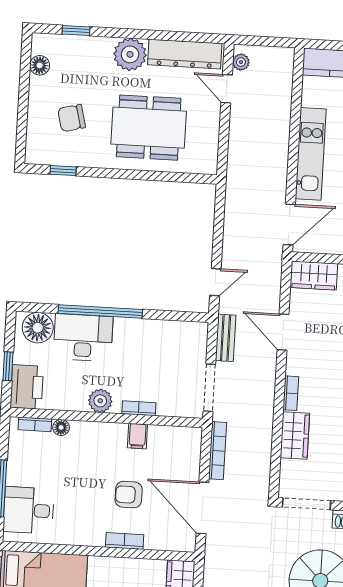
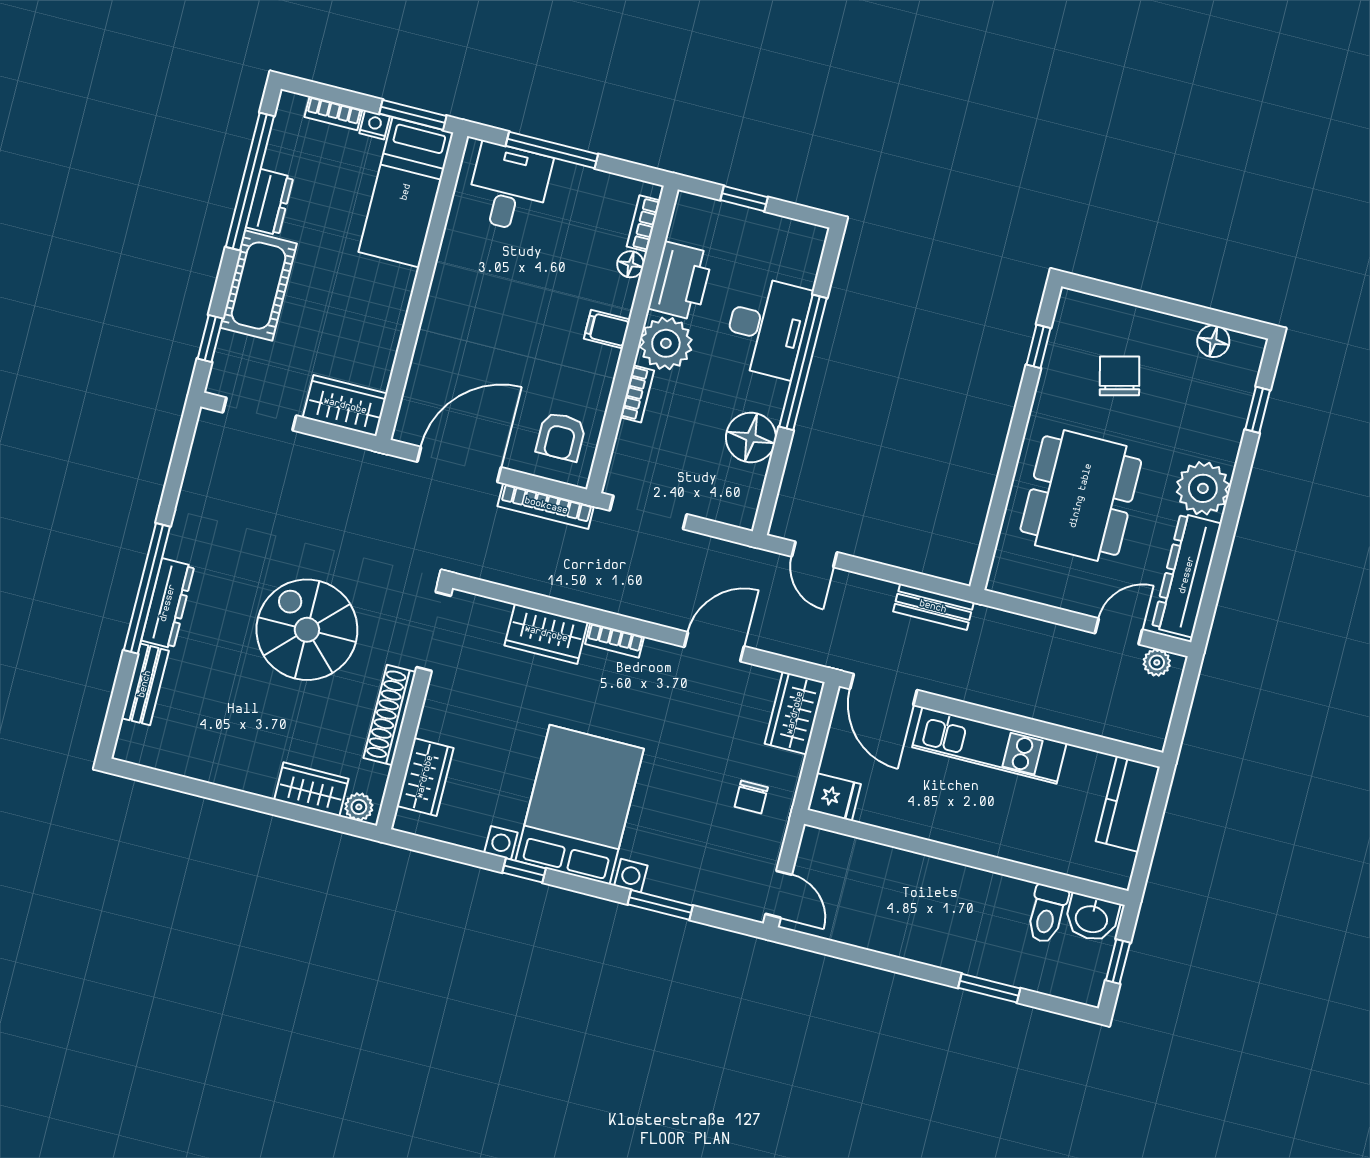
floor lamp: (38, 328) -> (751, 438), moved
bench: (226, 338) -> (933, 607), moved
printer: (27, 387) -> (681, 281), moved, turned -90
plant: (100, 401) -> (666, 343), width x1.36, depth x1.36
filing cabinet: (137, 436) -> (607, 329), moved
armchair: (129, 495) -> (561, 437), moved, turned 180
bookcase: (125, 541) -> (430, 331), removed

